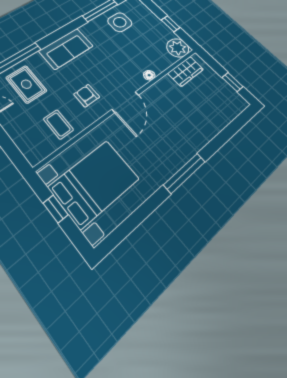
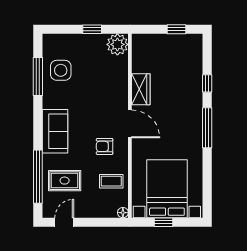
wardrobe: (186, 71) -> (141, 89), moved
floor lamp: (149, 75) -> (123, 213), moved
window: (220, 140) -> (207, 83), added

